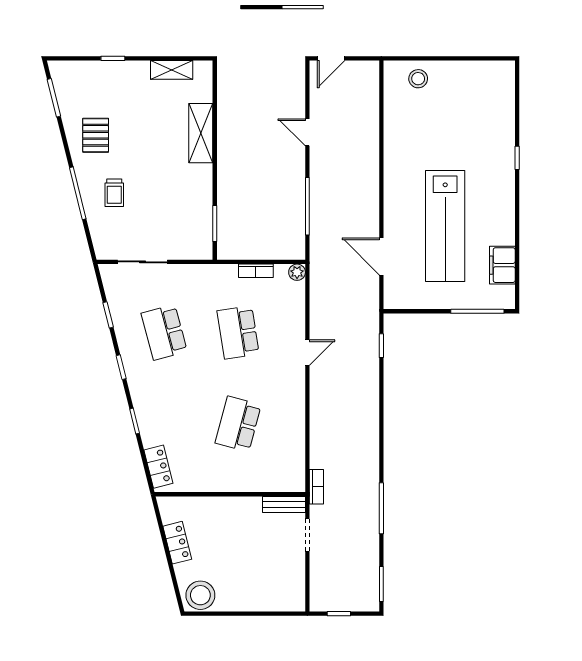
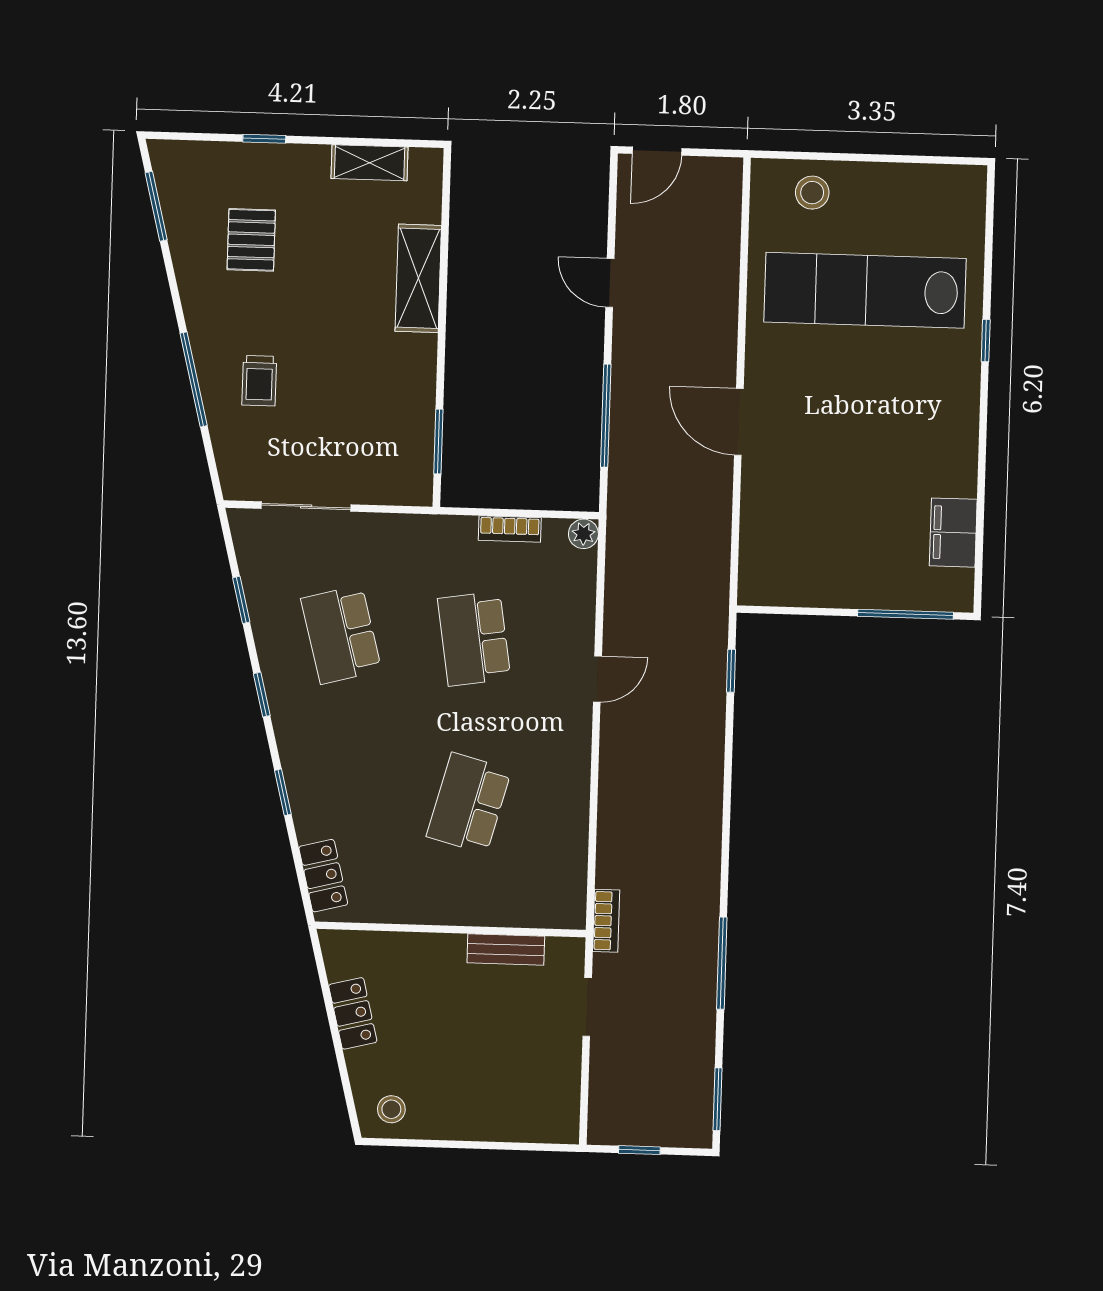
pallet: (96, 135) -> (251, 240), moved
lab bench: (445, 226) -> (865, 290), moved, turned 90
door: (381, 256) -> (739, 422), moved
bench: (284, 504) -> (506, 949), moved
stool: (200, 595) -> (391, 1109), width x0.53, depth x0.53

